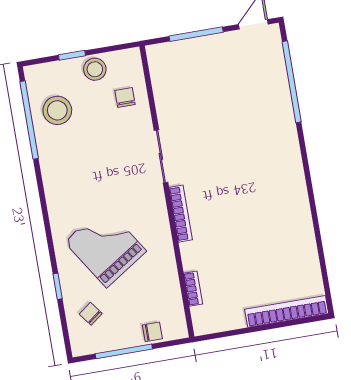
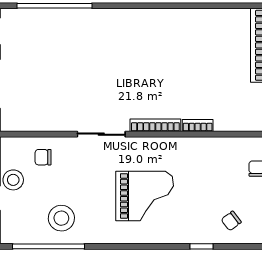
stool: (57, 110) -> (61, 218), moved
grand piano: (105, 247) -> (145, 196), moved, turned -147
bookcase: (193, 289) -> (198, 126), moved

